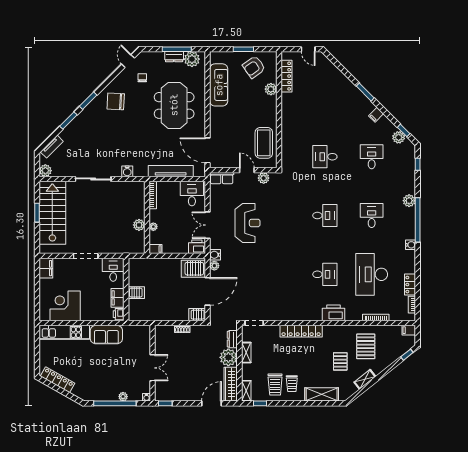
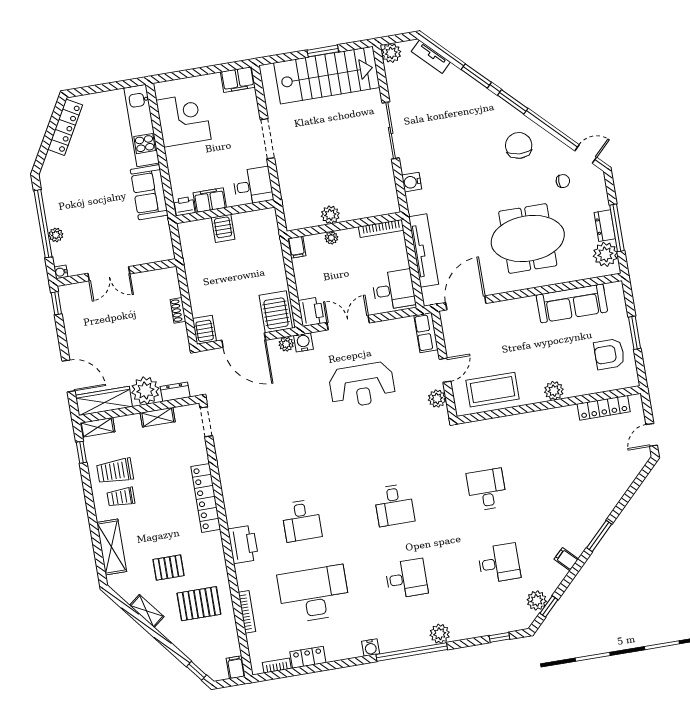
armchair: (254, 67) -> (609, 354), turned -55
plant: (271, 89) -> (554, 391), moved

